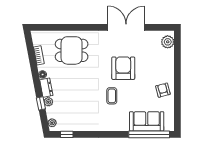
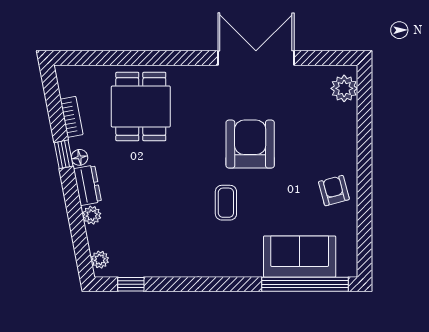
dining table: (72, 50) -> (141, 107), turned 90
window: (41, 103) -> (64, 154), moved

